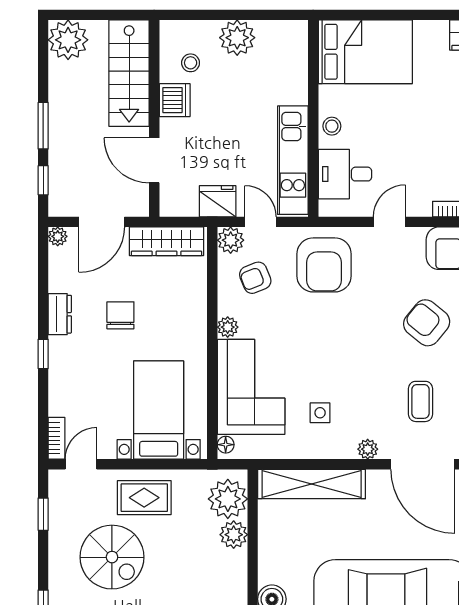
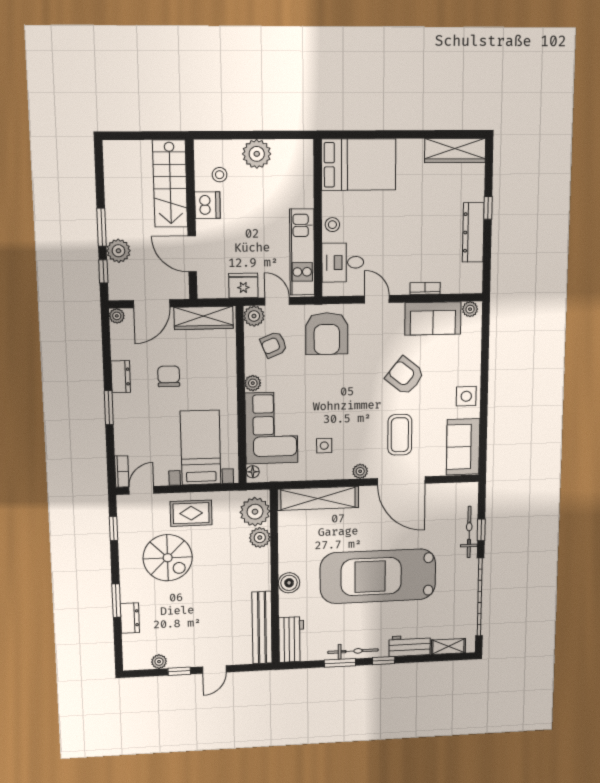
plant: (68, 40) -> (118, 251), moved, width x0.73, depth x0.73
door: (389, 222) -> (377, 299), hinge flipped
window: (43, 354) -> (109, 408), width x1.50
coffee table: (420, 401) -> (400, 435), width x1.36, depth x1.30

